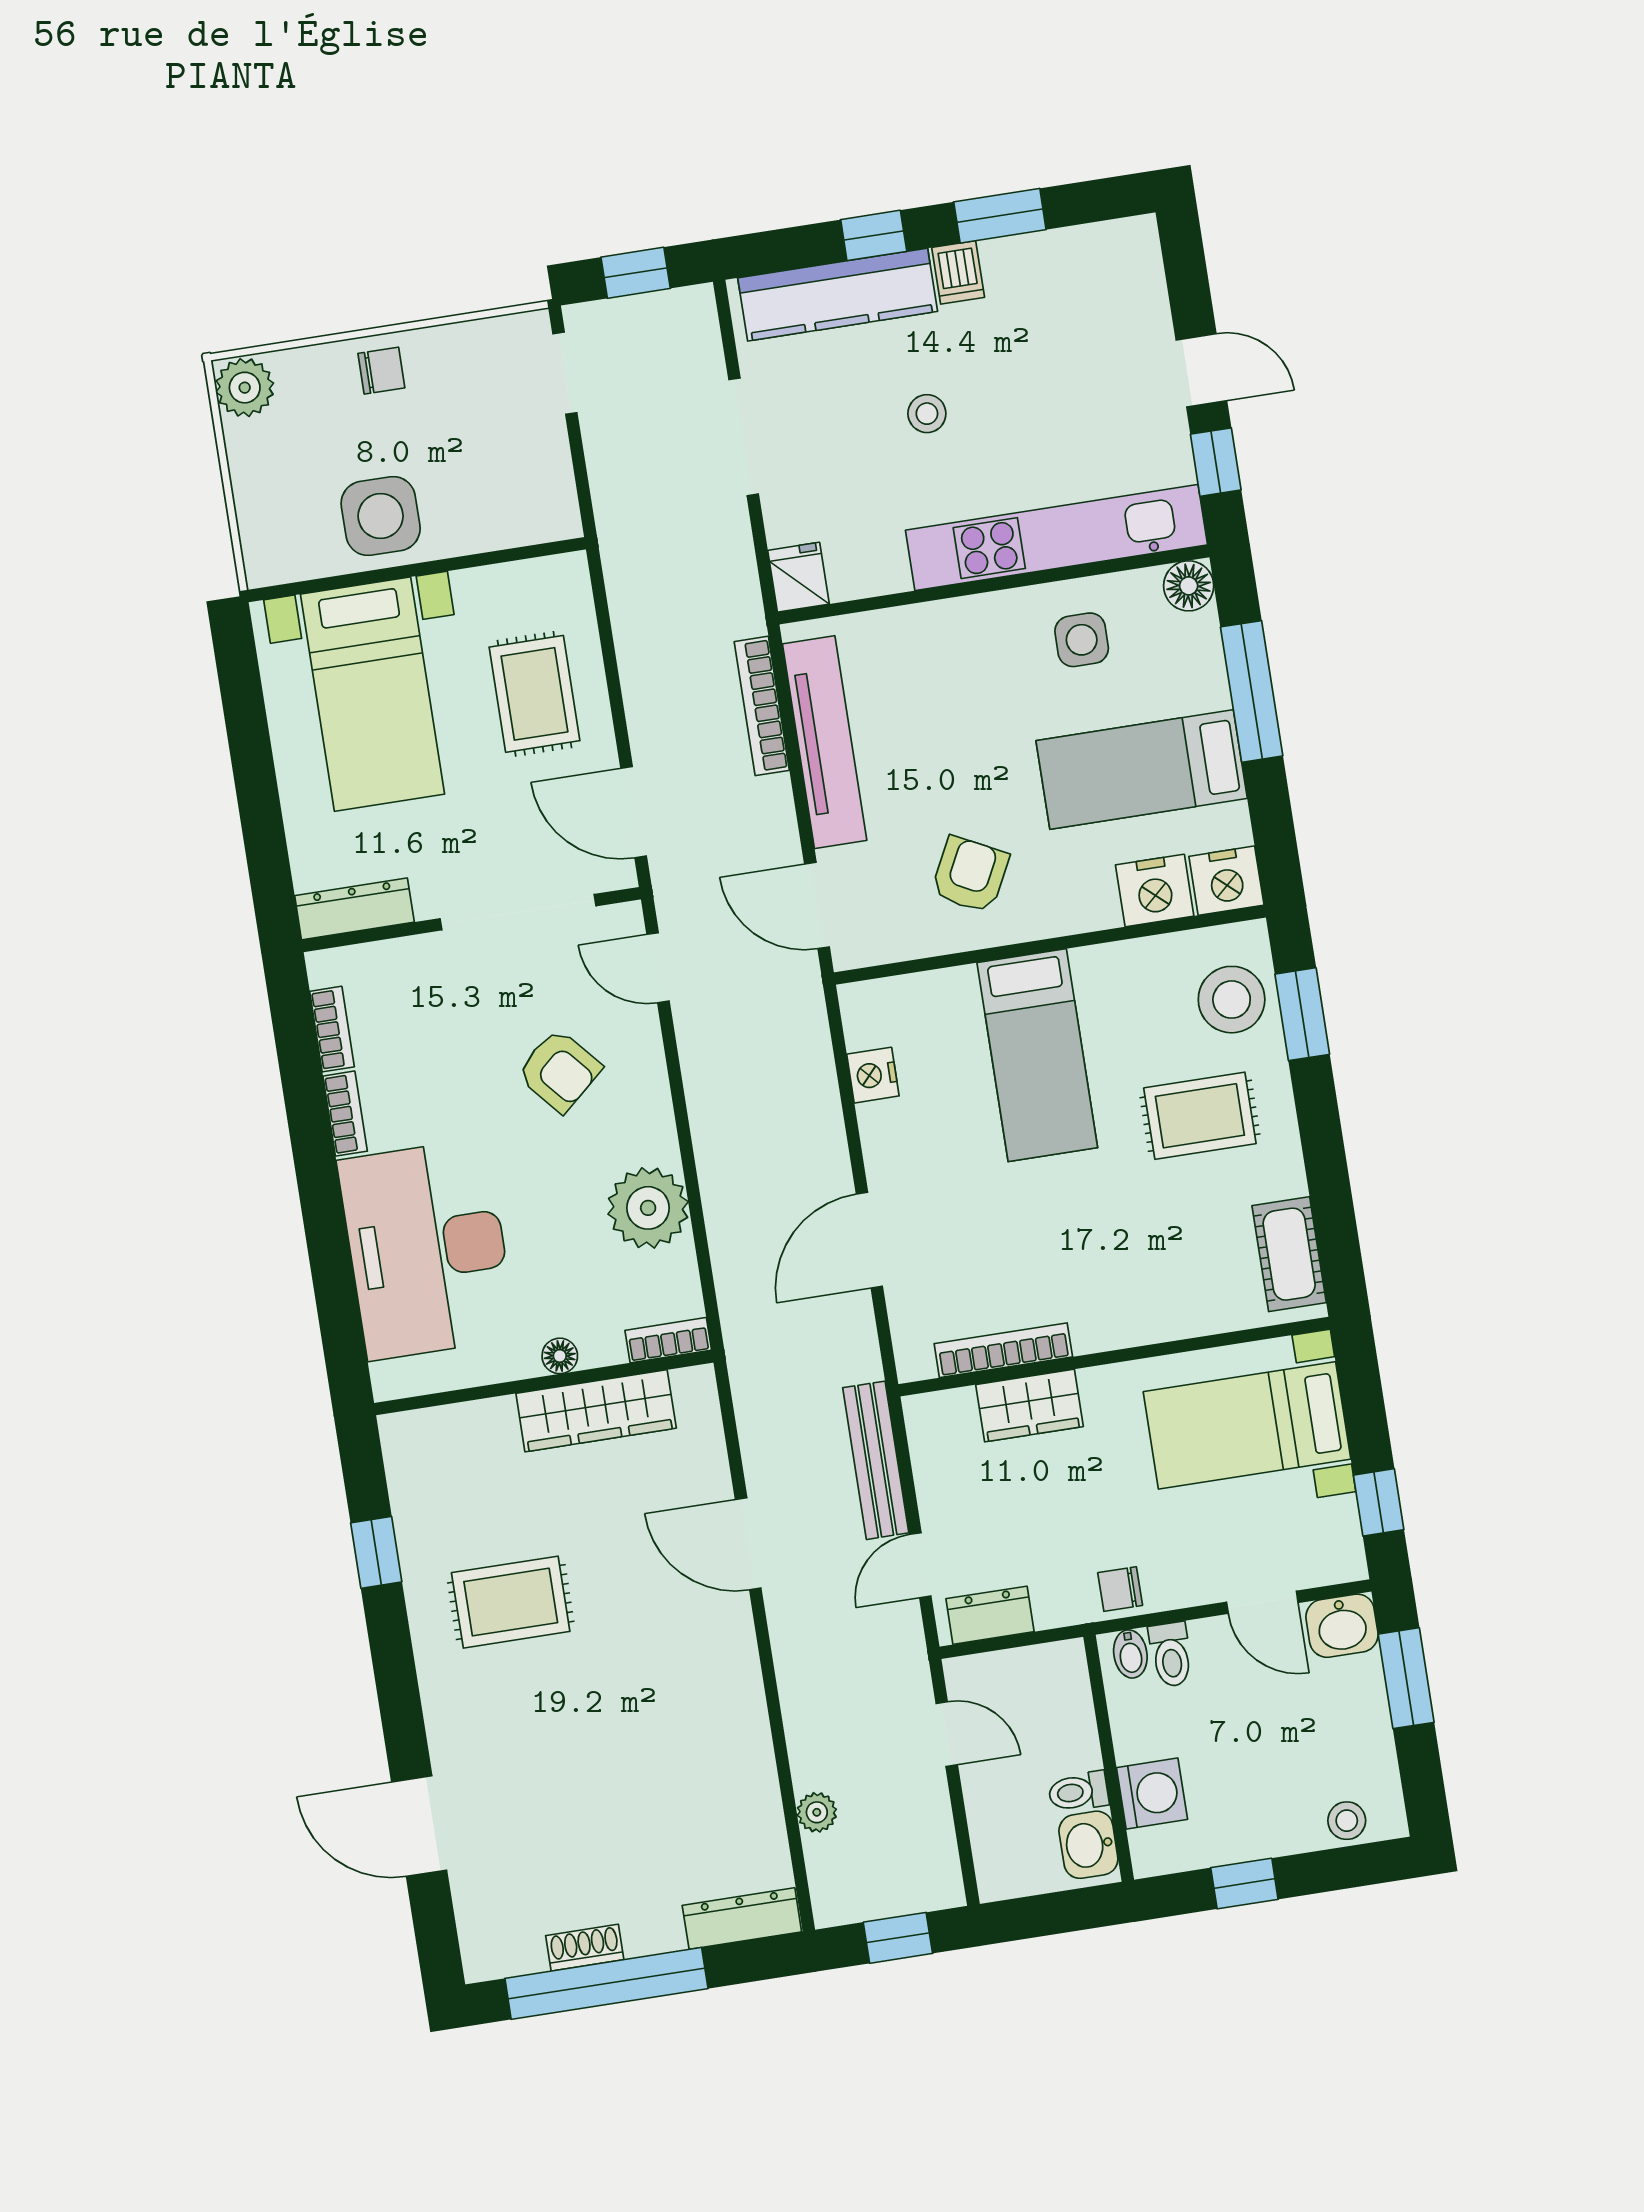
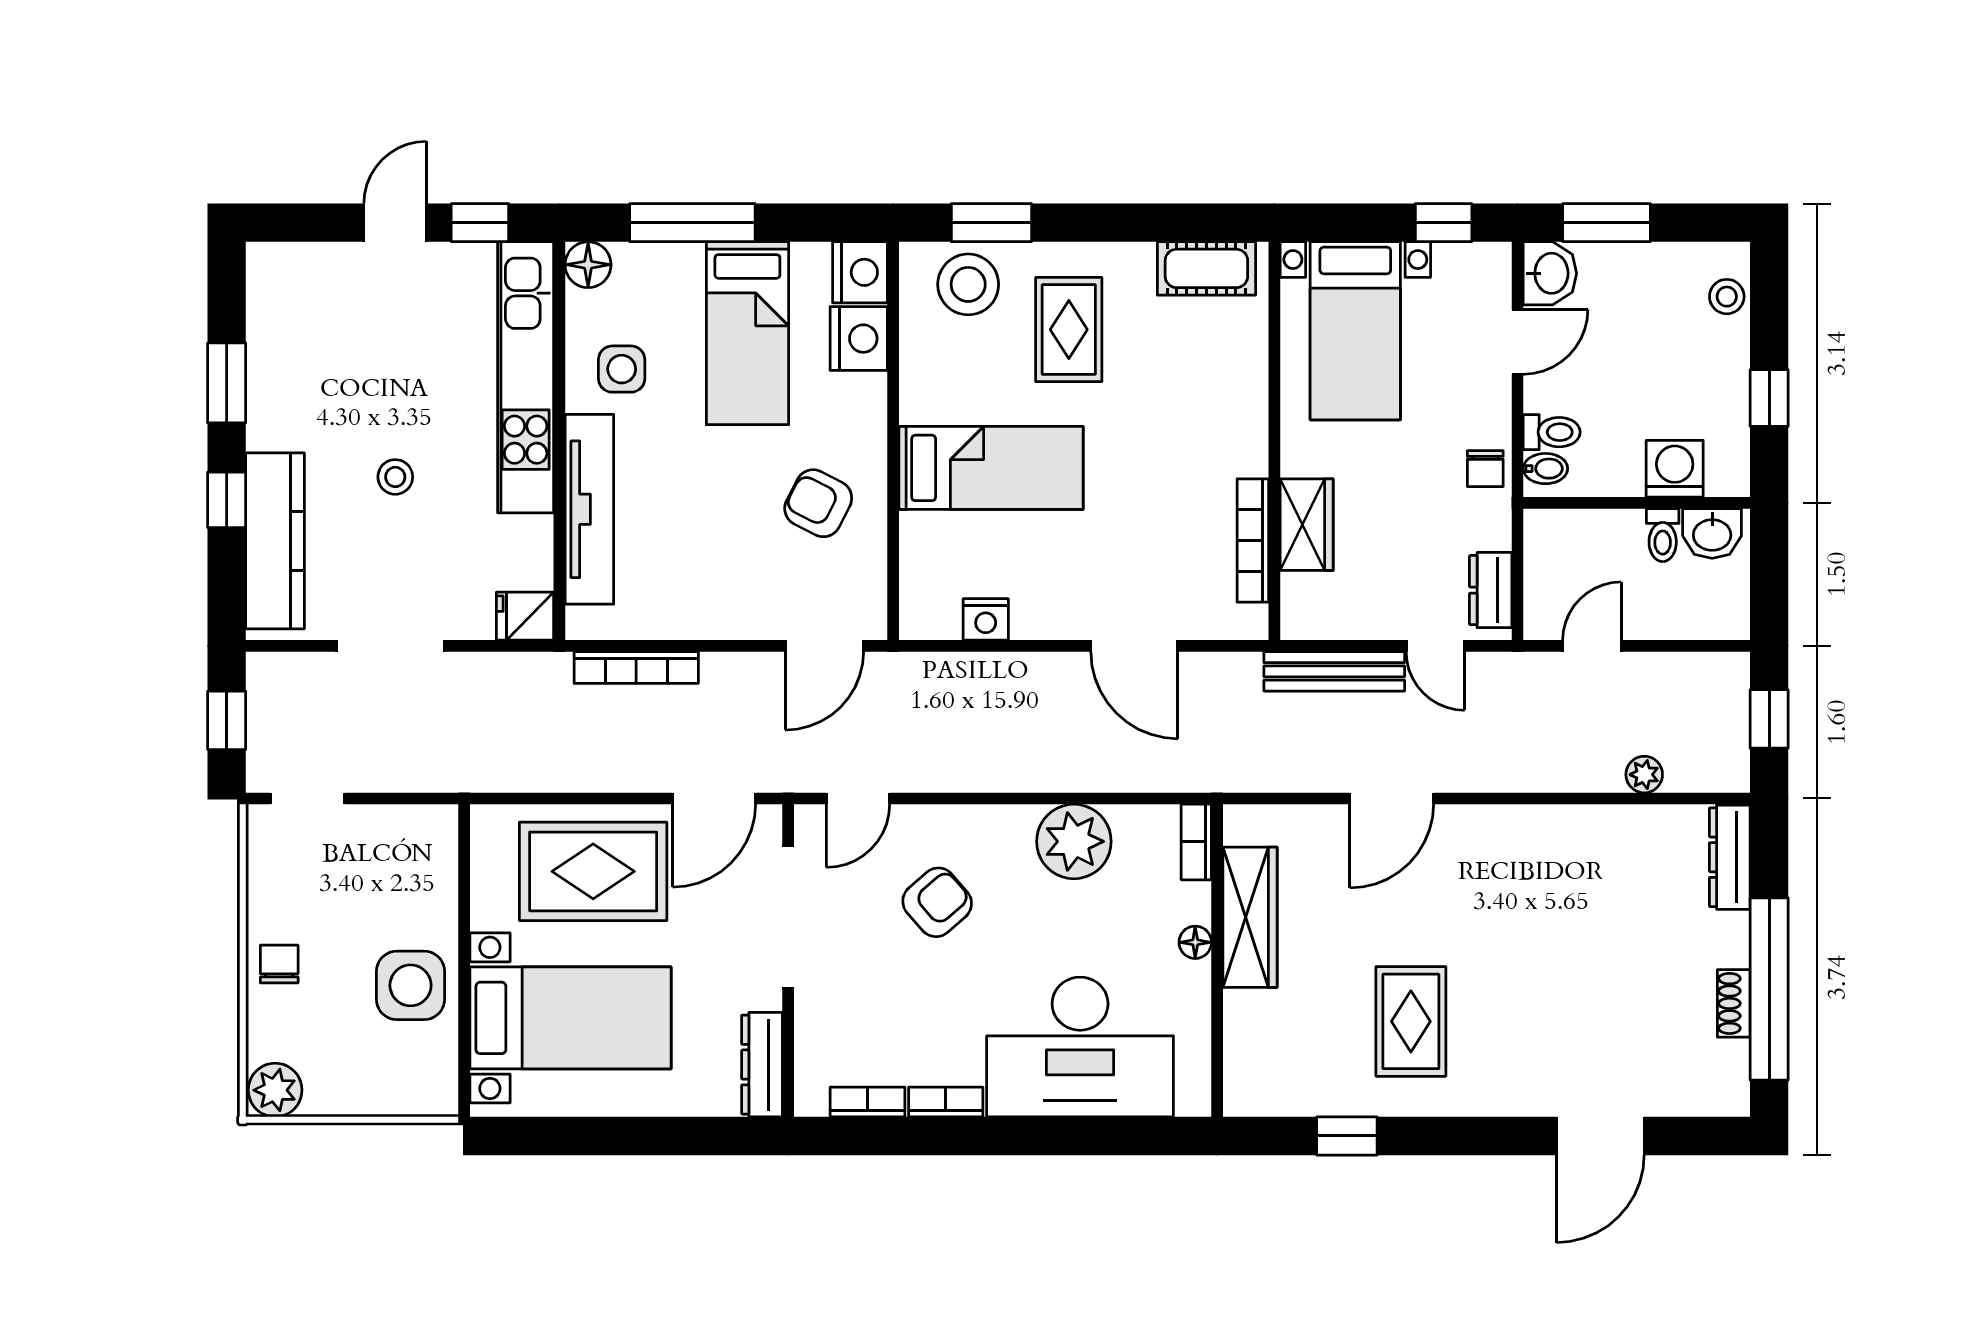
dishwasher: (958, 272) -> (272, 429), removed
rug: (535, 694) -> (593, 871), width x1.36, depth x1.43
tv unit: (825, 742) -> (589, 509), moved, turned 90

